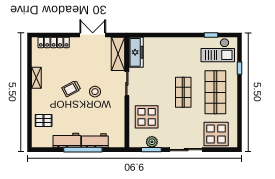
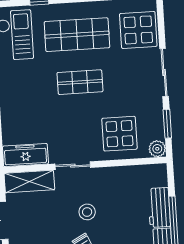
plant: (152, 142) -> (157, 149), moved

